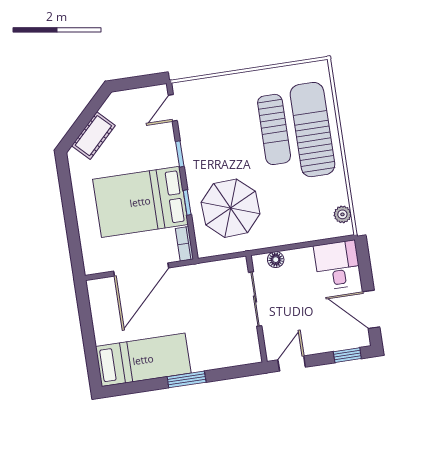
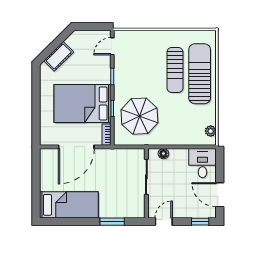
window: (187, 379) -> (112, 222), moved

